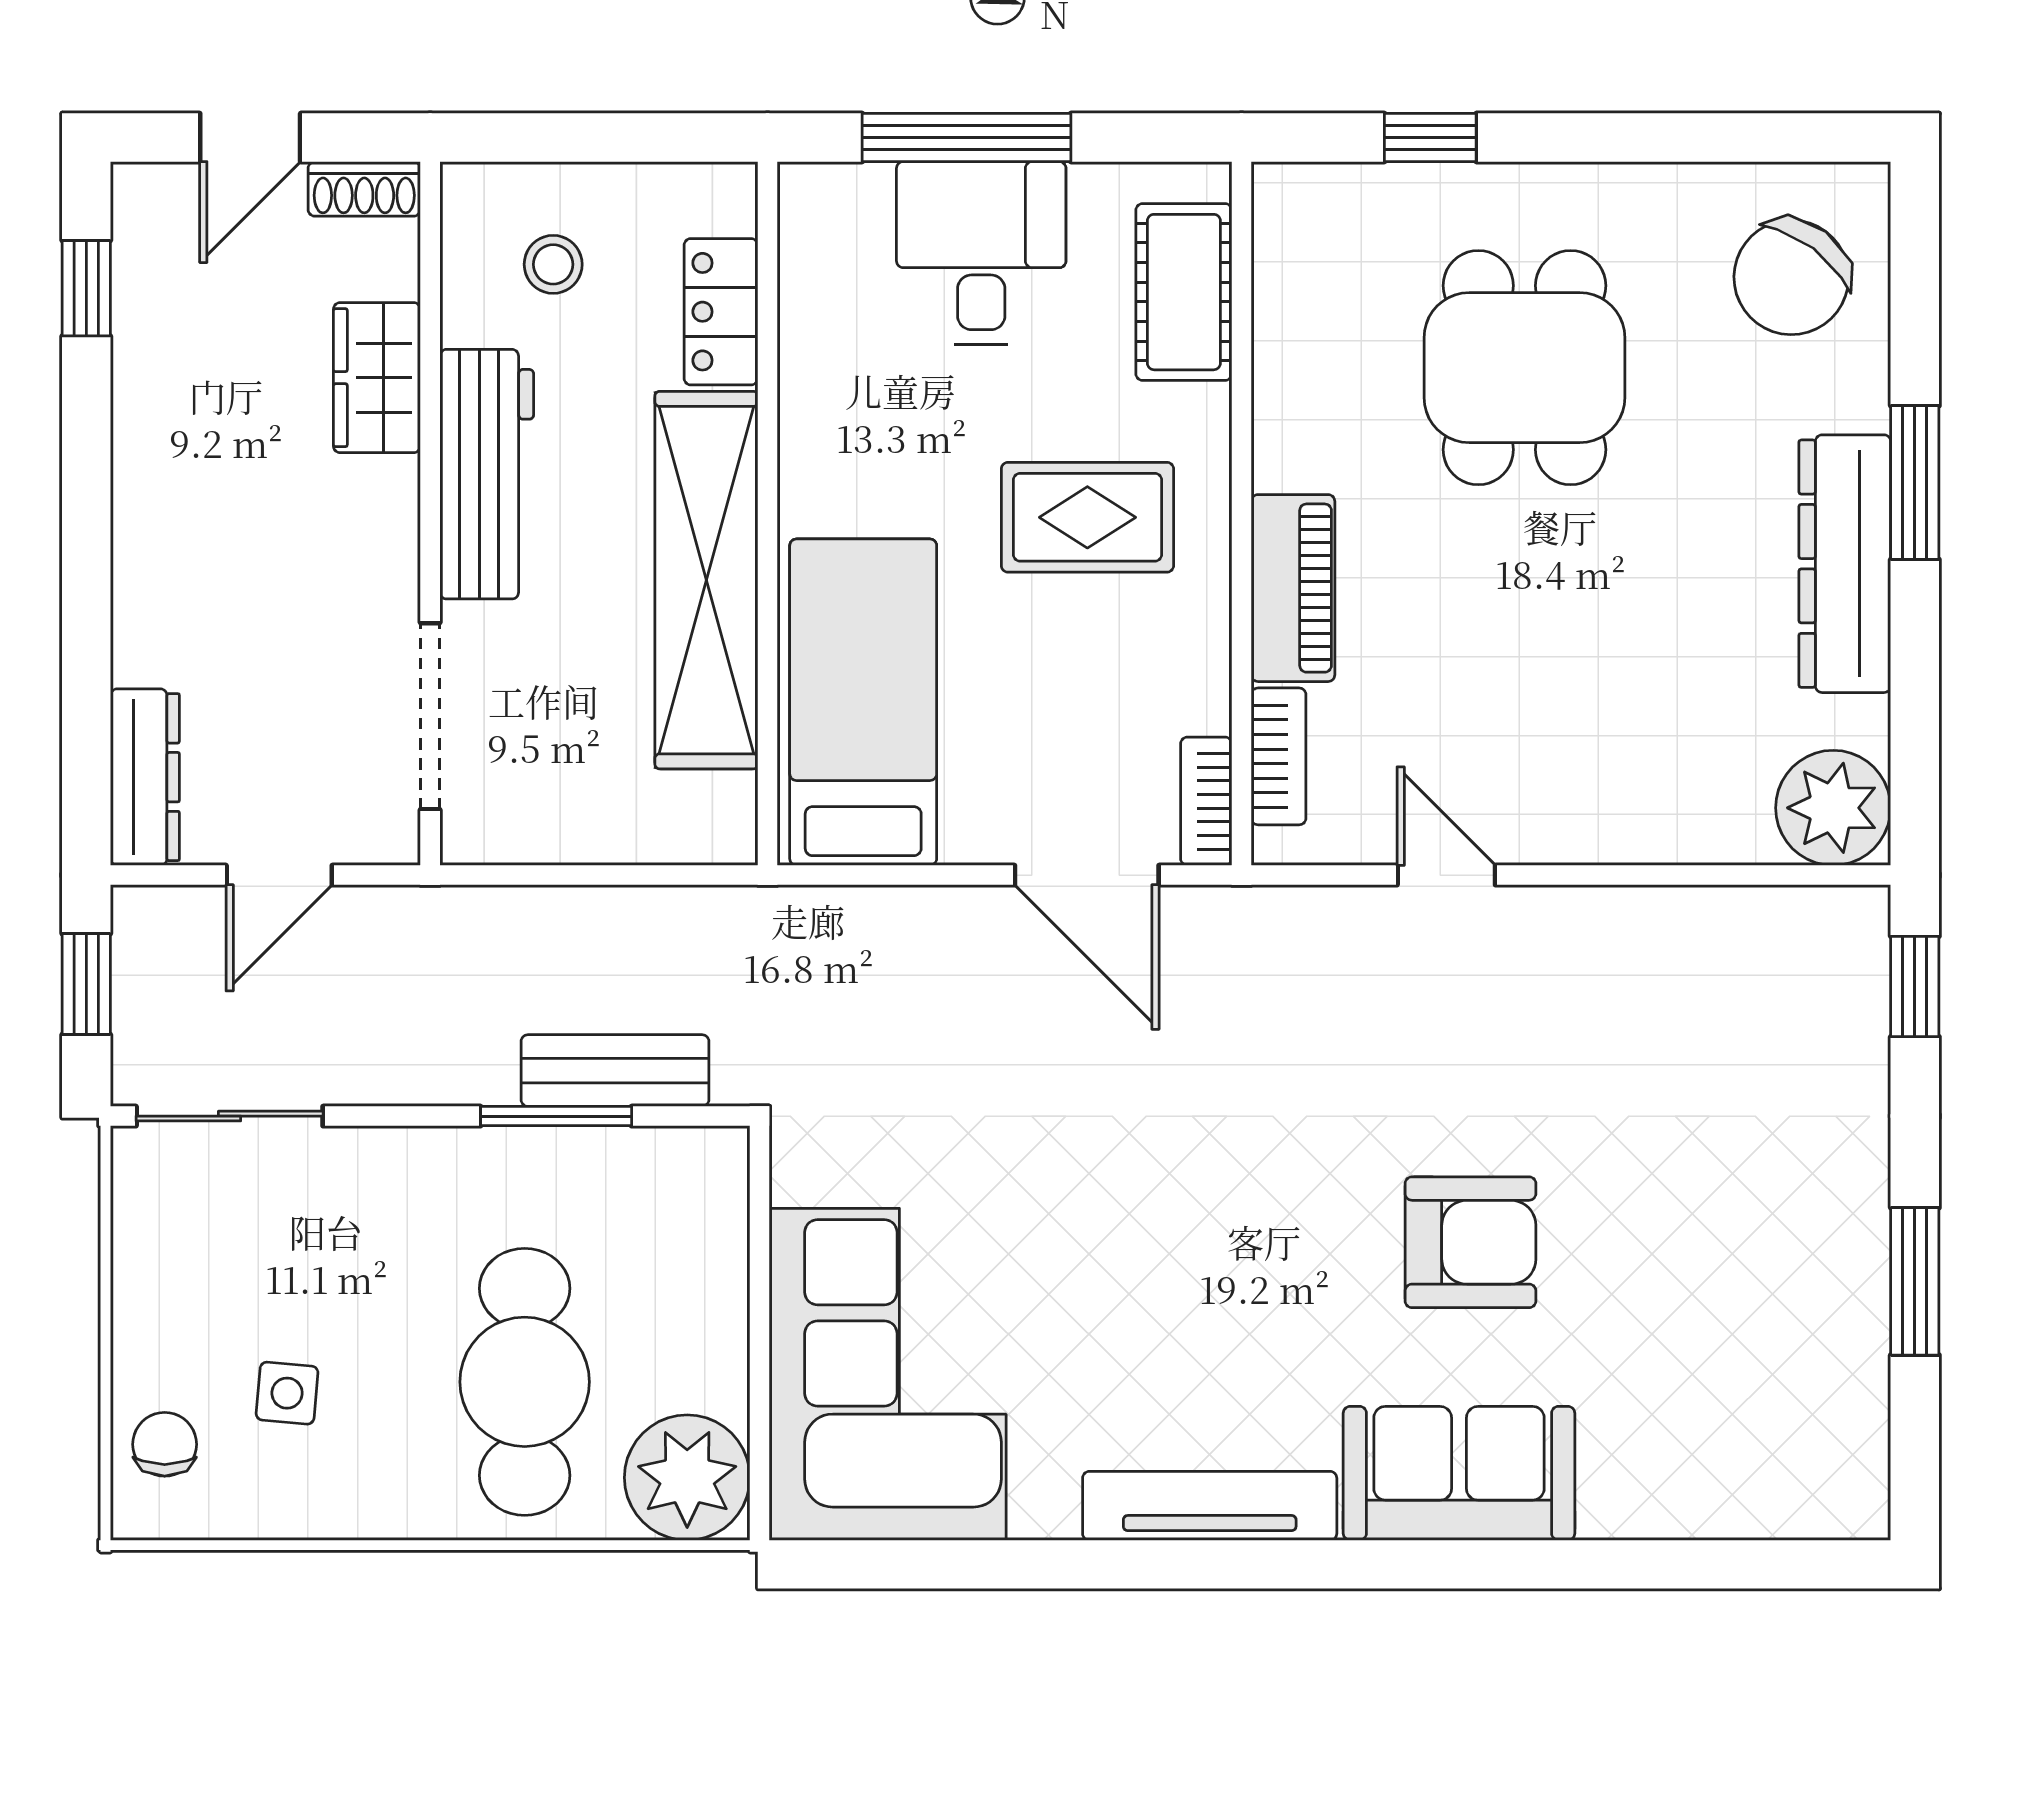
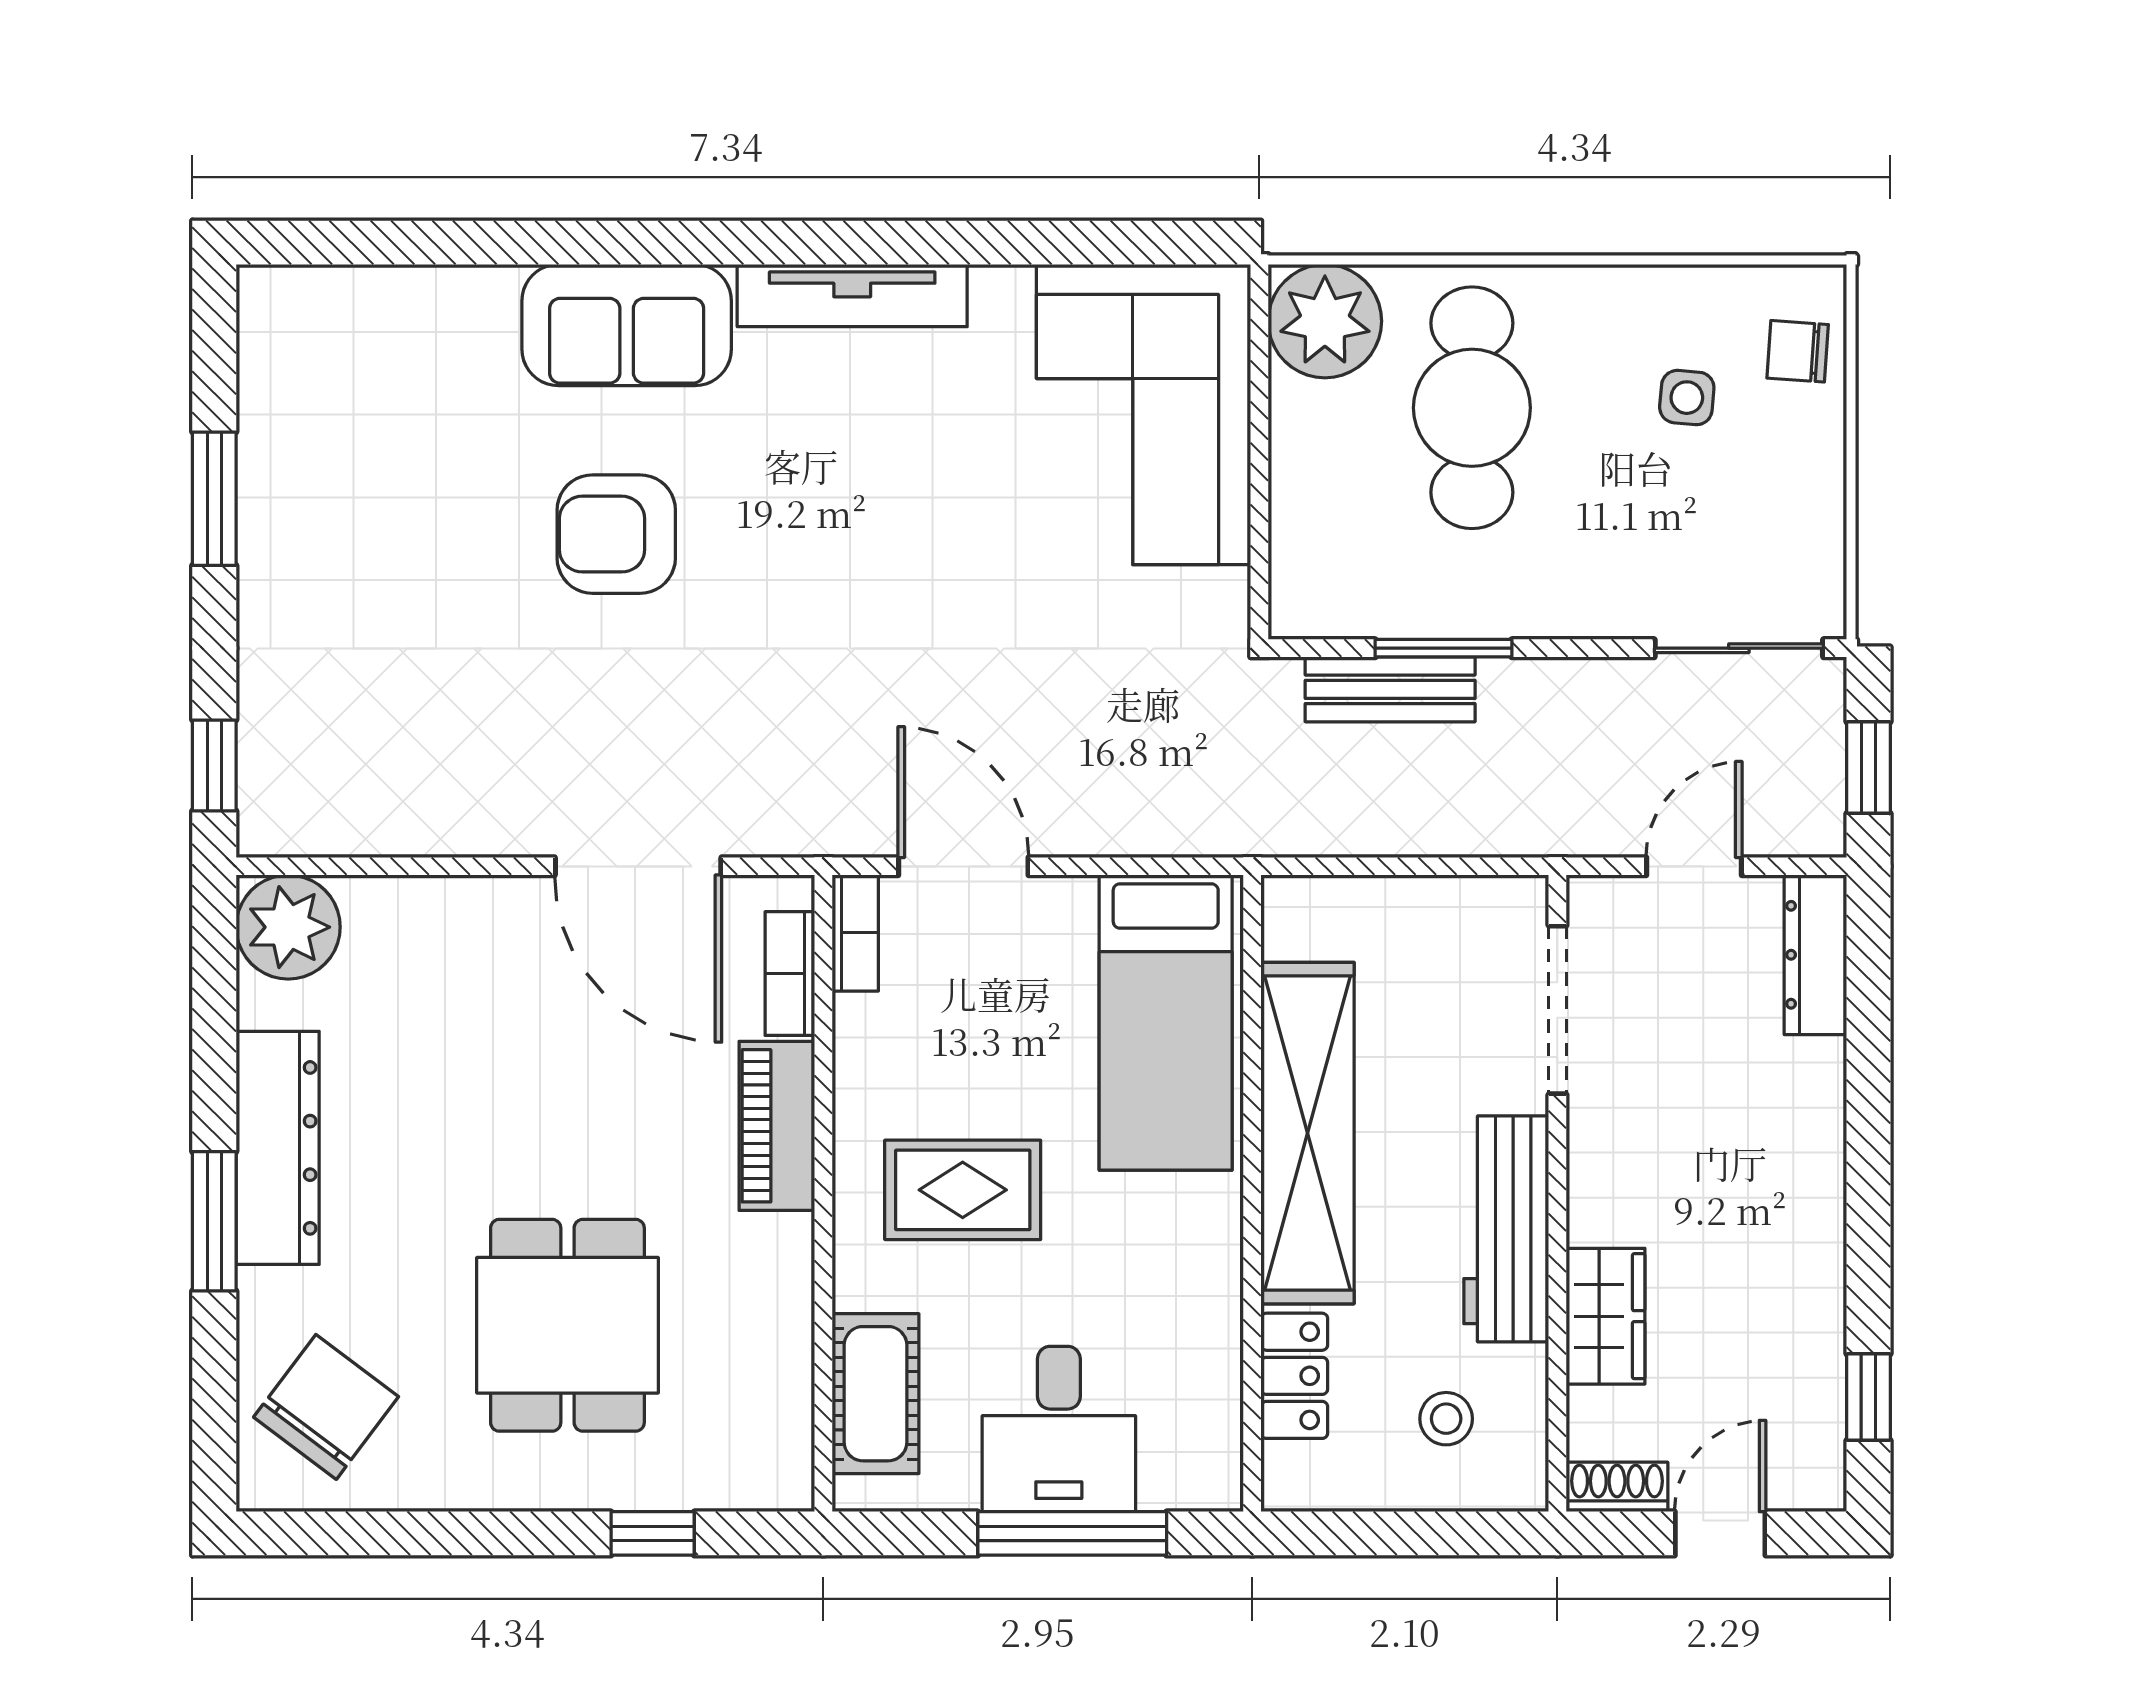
door: (1446, 875) -> (638, 866), width x1.88
chair: (165, 1444) -> (1798, 351), turned 94

